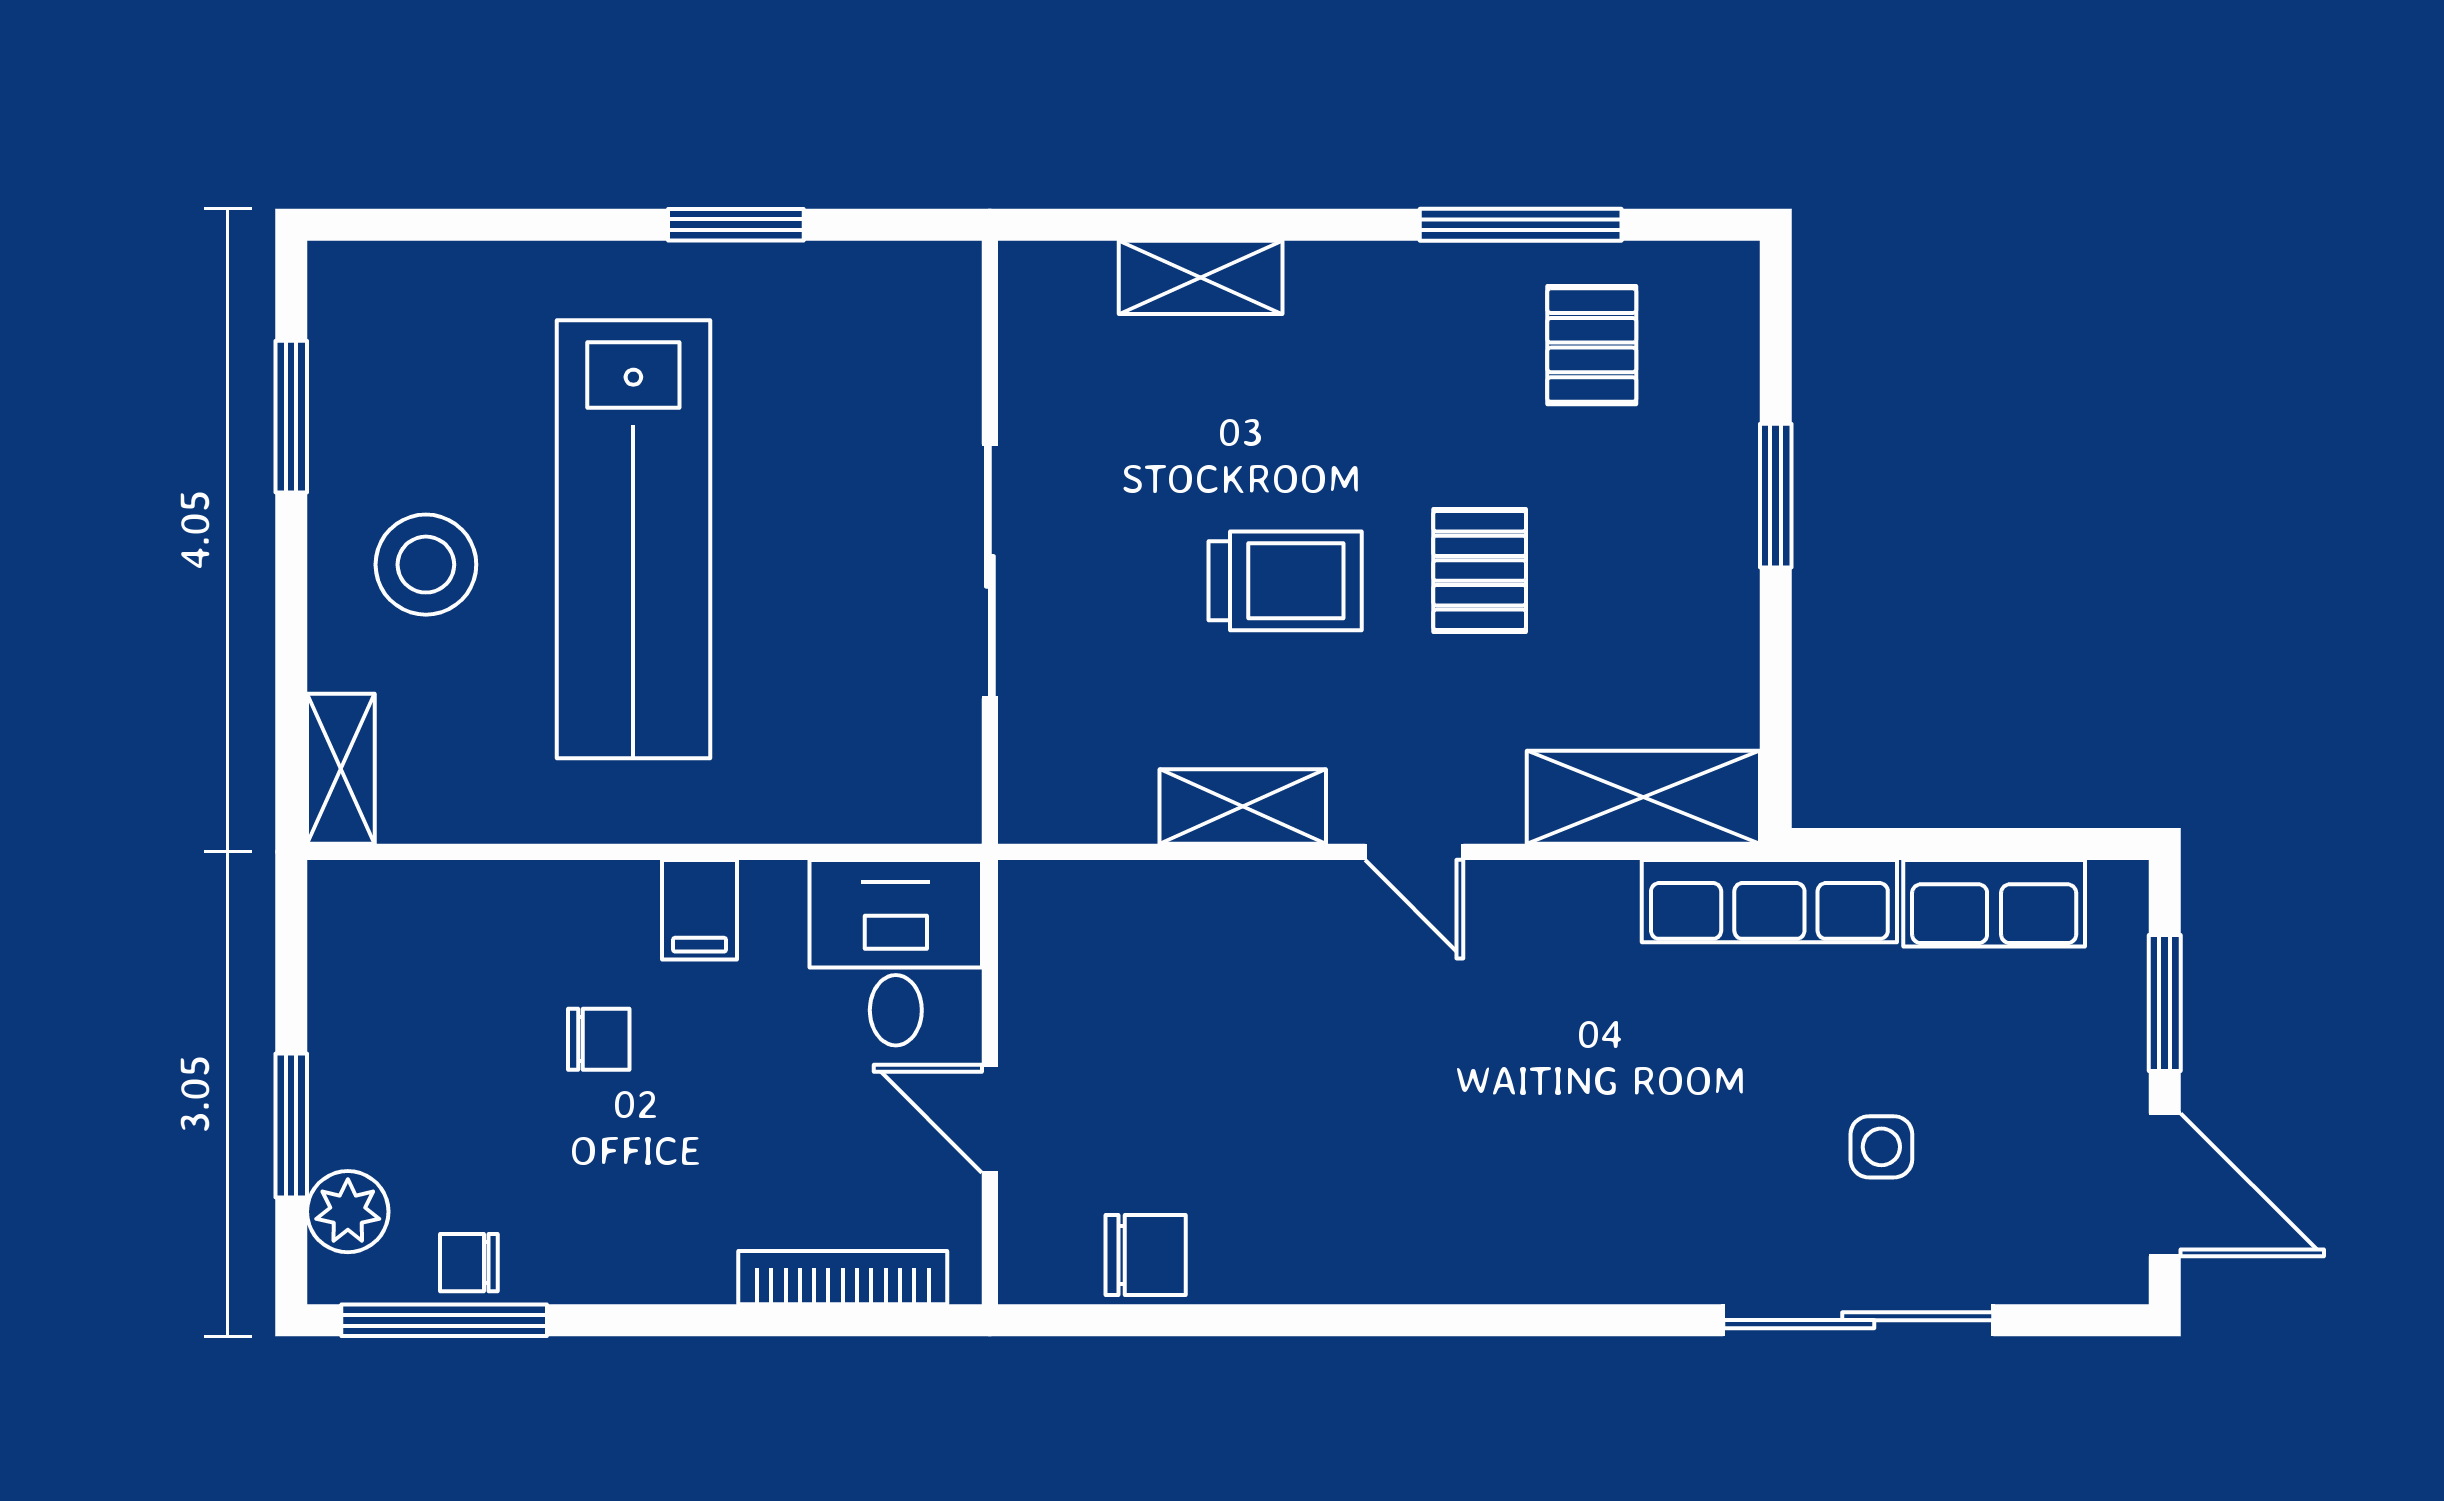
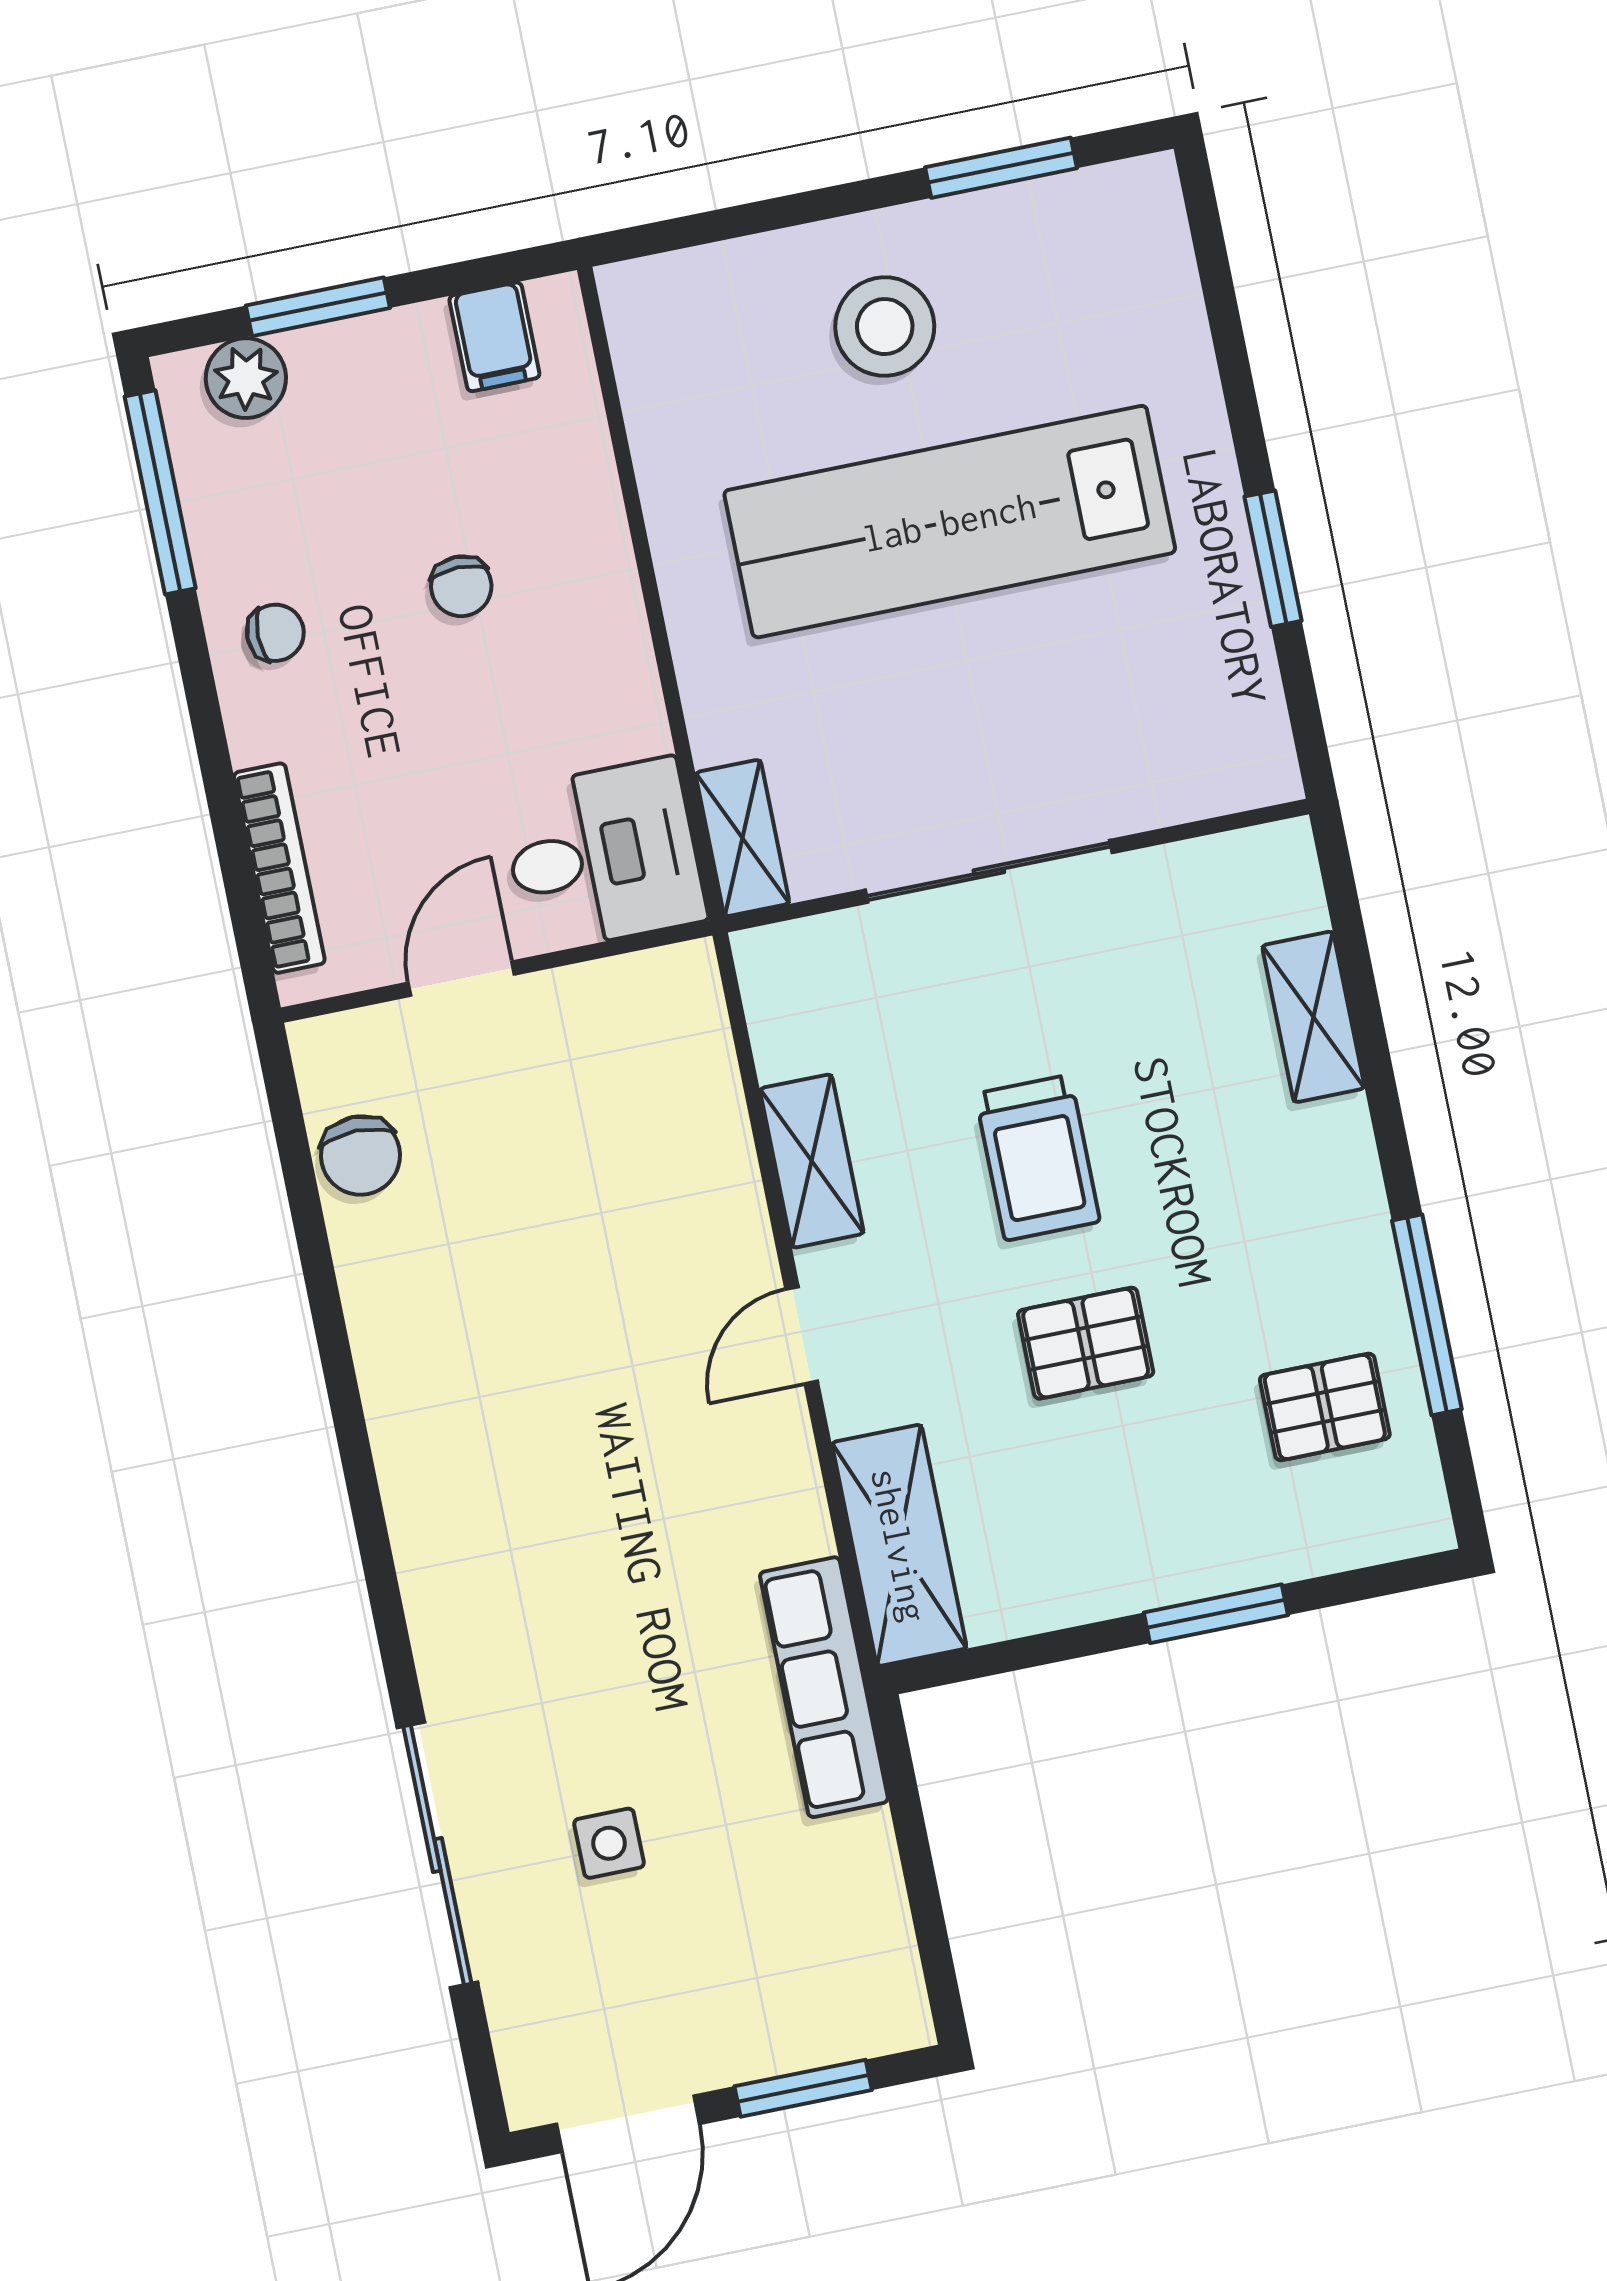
shelving: (341, 769) -> (742, 838), moved, turned 90
row of seats: (1994, 903) -> (866, 1904), removed
filing cabinet: (700, 910) -> (494, 337), moved, turned -90
chair: (469, 1263) -> (275, 633), moved, turned 90

